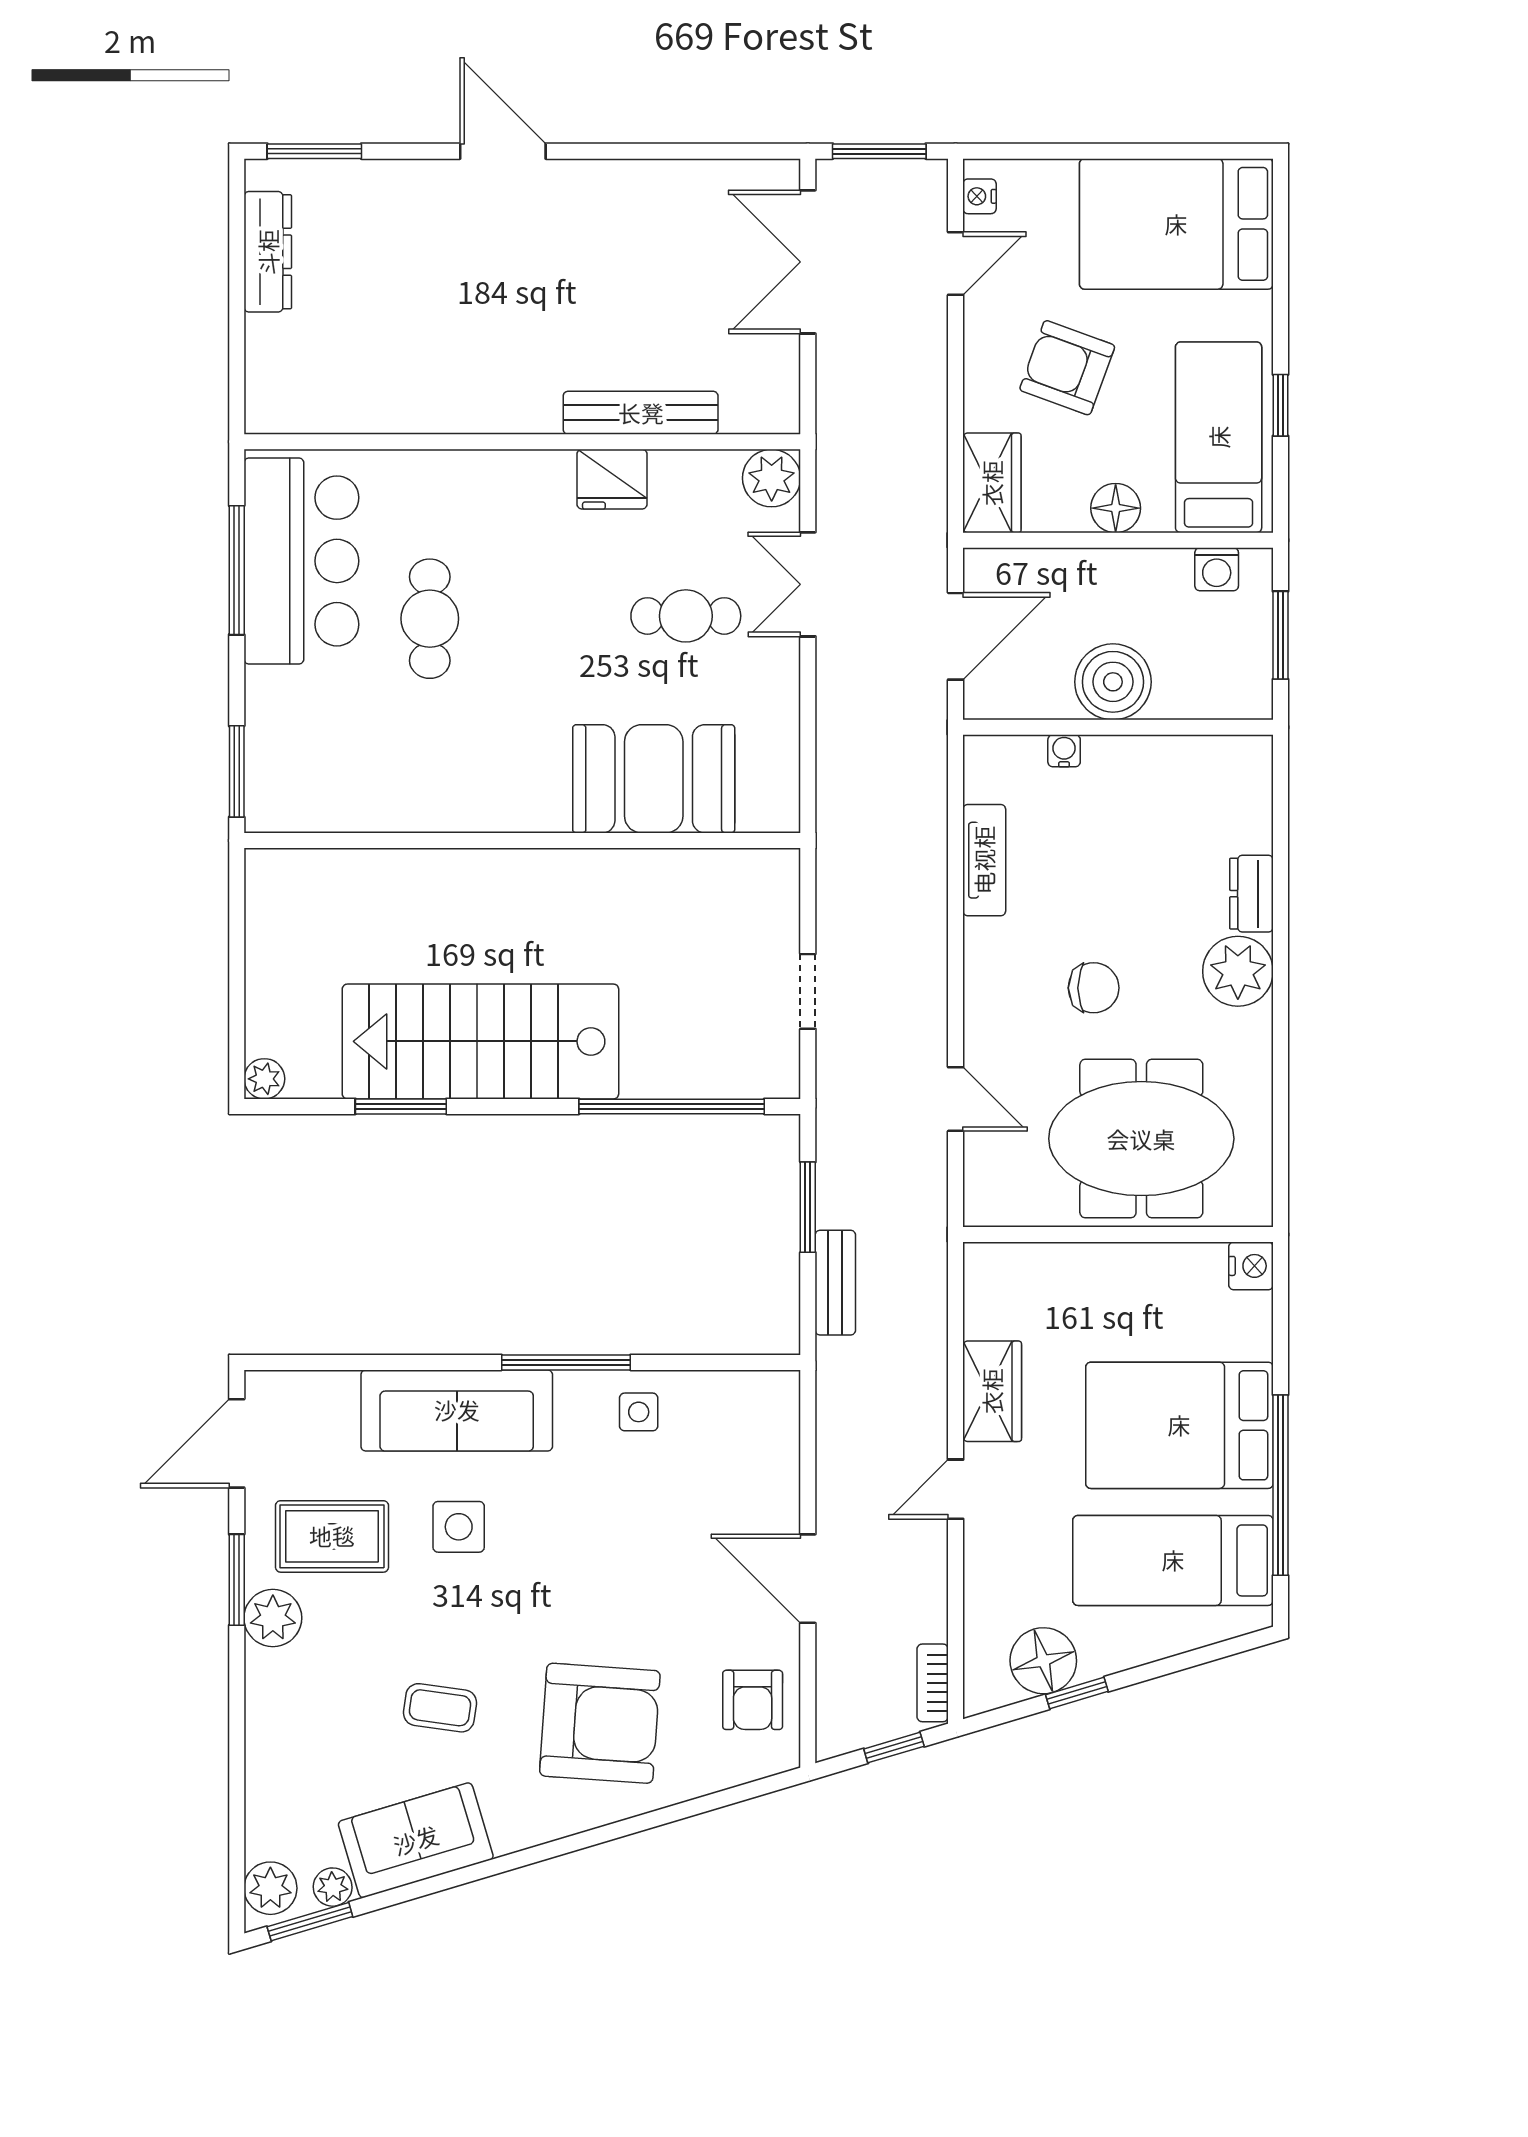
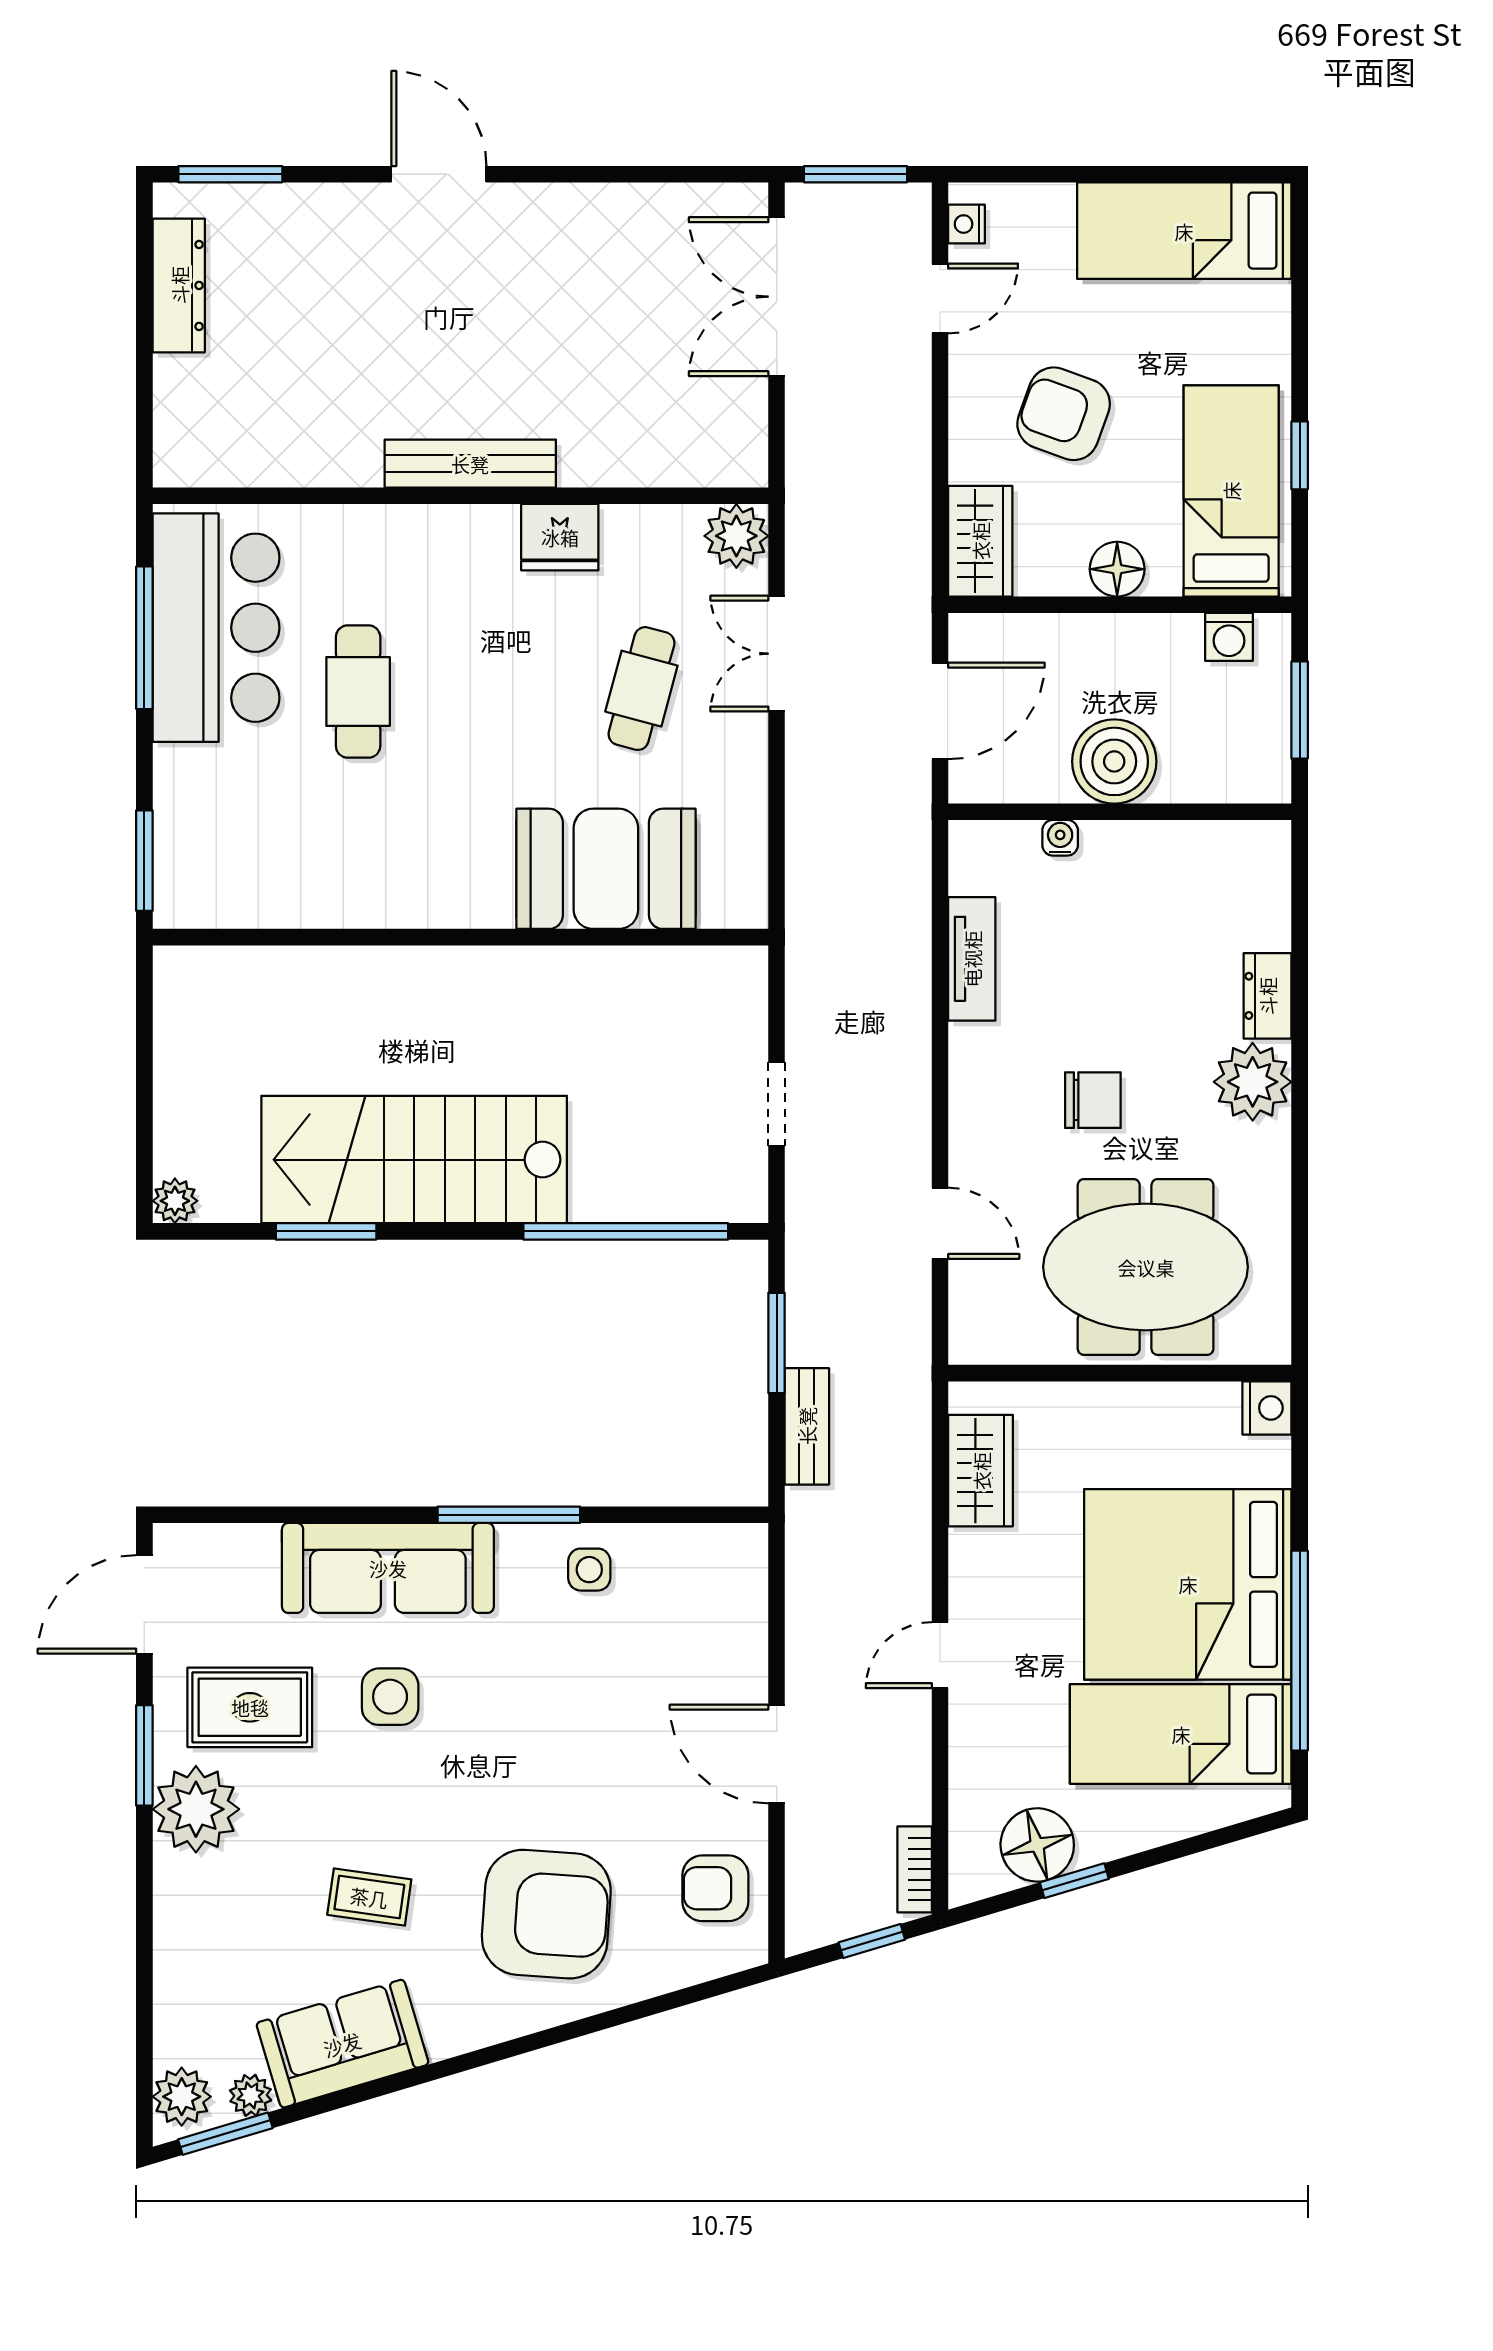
bed: (1176, 224) -> (1184, 231), width x0.67
bench: (641, 413) -> (470, 464), moved
cafe table: (686, 616) -> (641, 689), turned -75
wardrobe: (992, 1391) -> (981, 1471), moved
bed: (1179, 1425) -> (1188, 1584), width x1.36
plant: (273, 1618) -> (196, 1809), width x1.36, depth x1.36
armchair: (753, 1700) -> (715, 1888), turned 90

